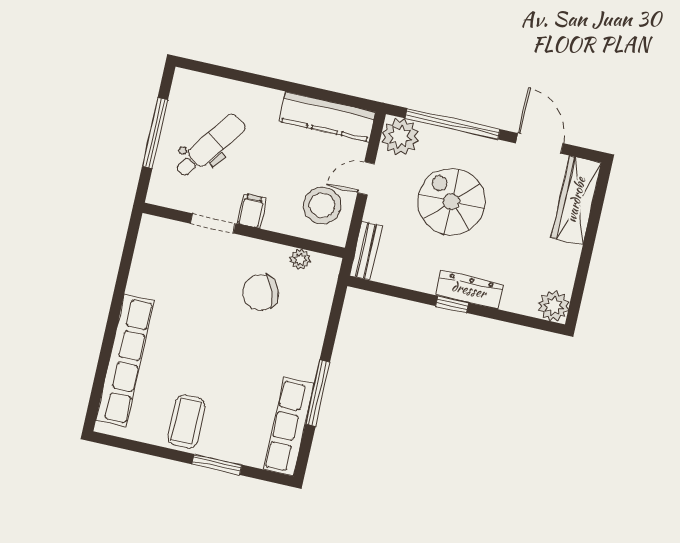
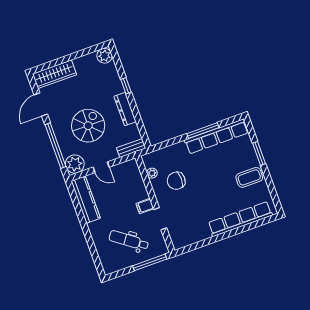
window: (155, 133) -> (150, 262), moved
spiral stairs: (451, 202) -> (88, 126), turned 180
stool: (322, 205) -> (124, 178), removed
dresser: (469, 290) -> (125, 109), moved
chair: (261, 293) -> (176, 181), turned 111
window: (452, 304) -> (126, 86), moved
row of seats: (289, 427) -> (216, 136), width x1.36

